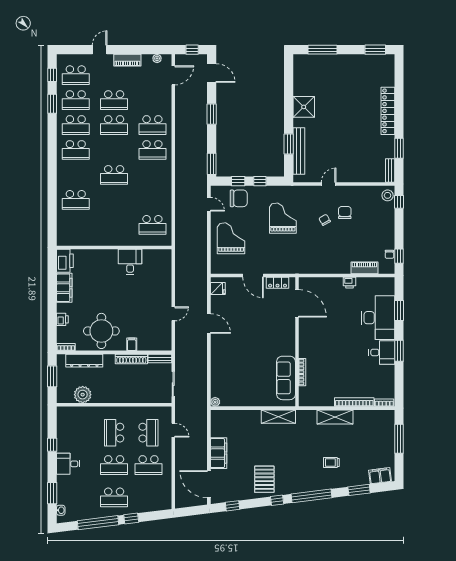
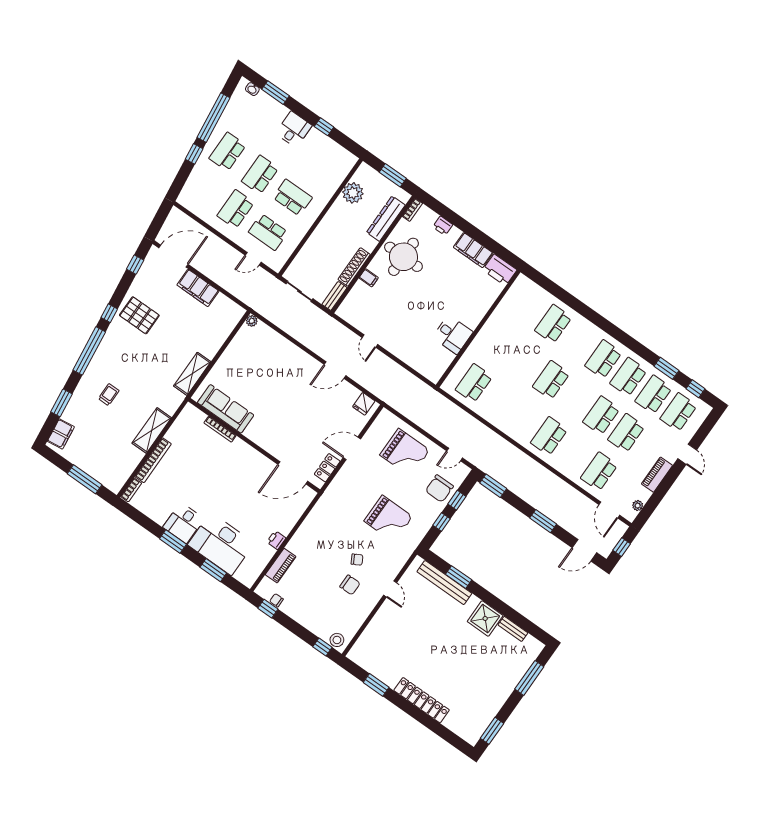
school desk: (152, 125) -> (599, 472), moved
bench: (390, 171) -> (513, 629), moved

